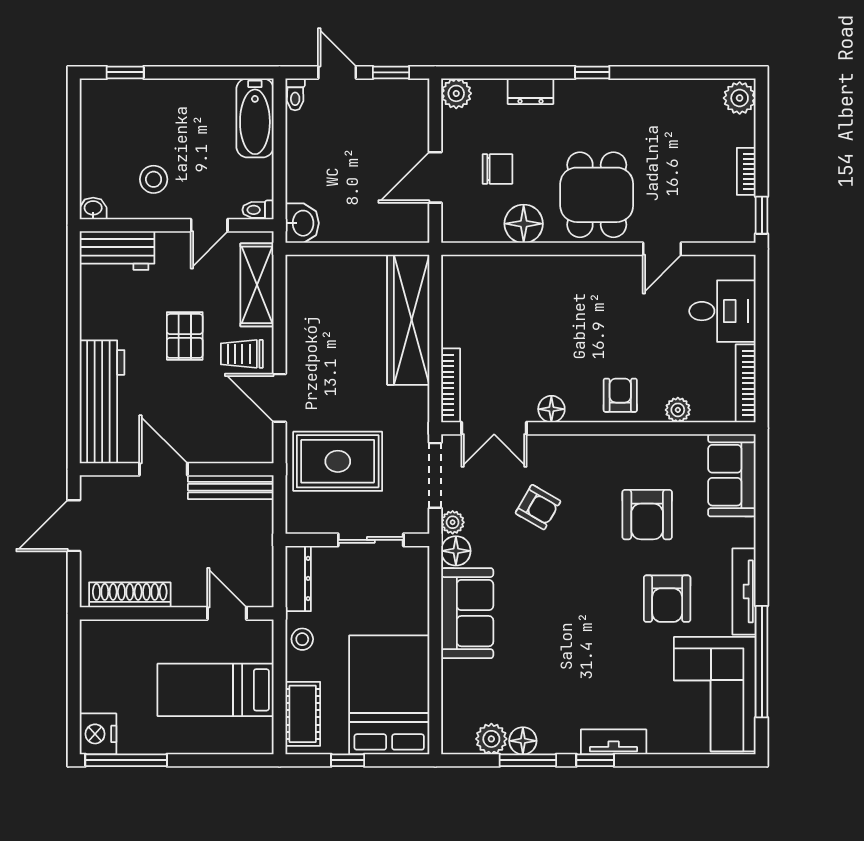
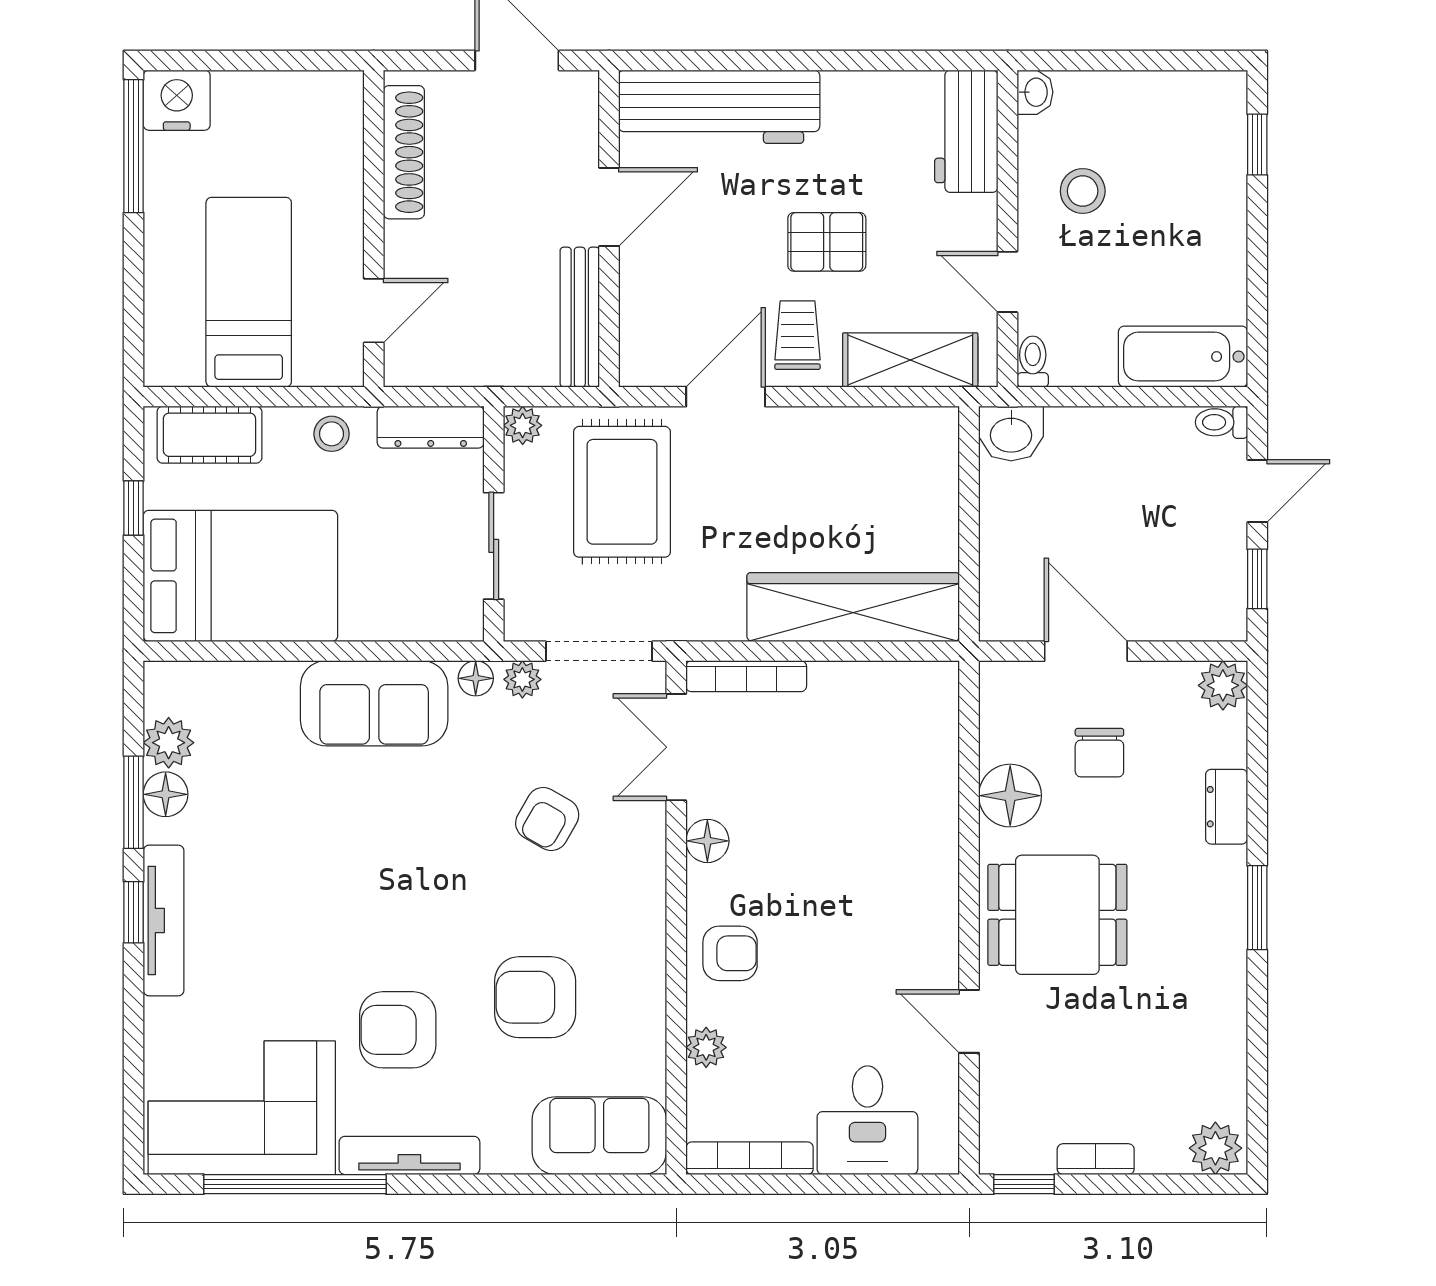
window: (592, 72) -> (1257, 908), width x1.50
plant: (297, 522) -> (523, 425), added
floor lamp: (456, 551) -> (476, 678), width x0.73, depth x0.73
tv unit: (614, 742) -> (164, 920), width x1.41

